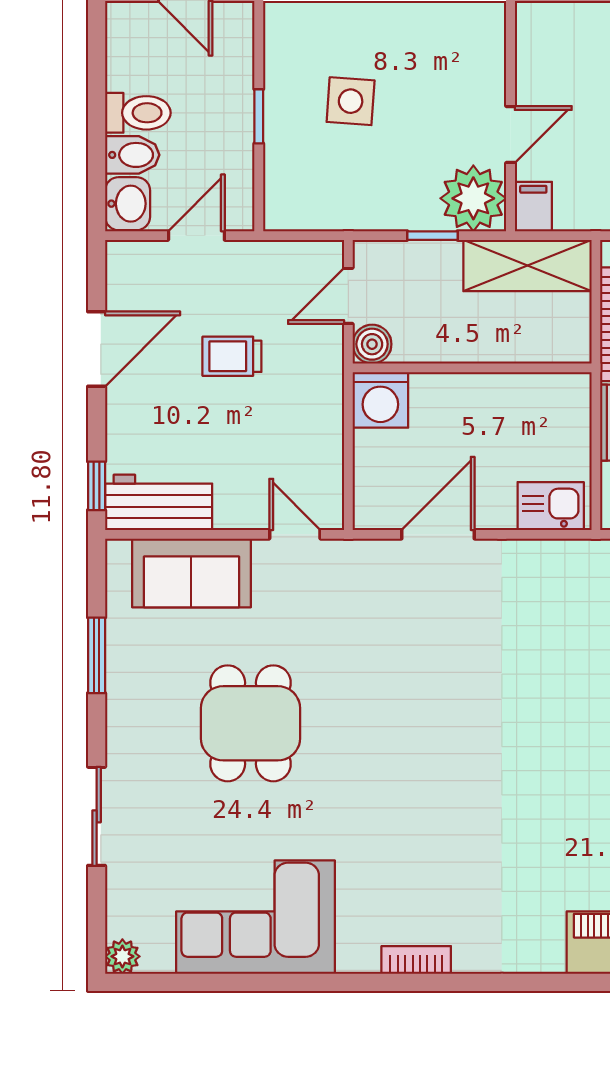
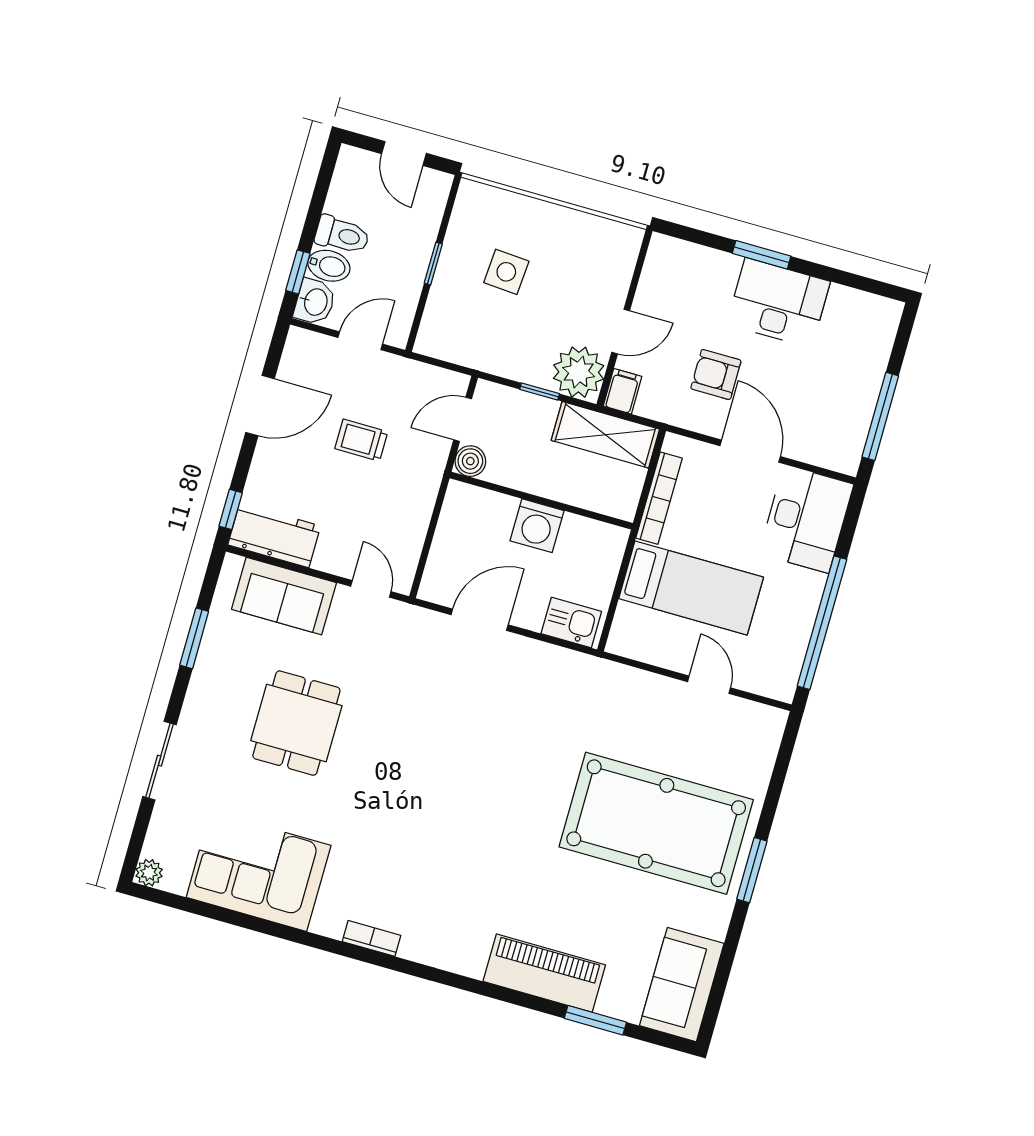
window: (97, 173) -> (298, 272), added
washing machine: (380, 400) -> (537, 526), moved

